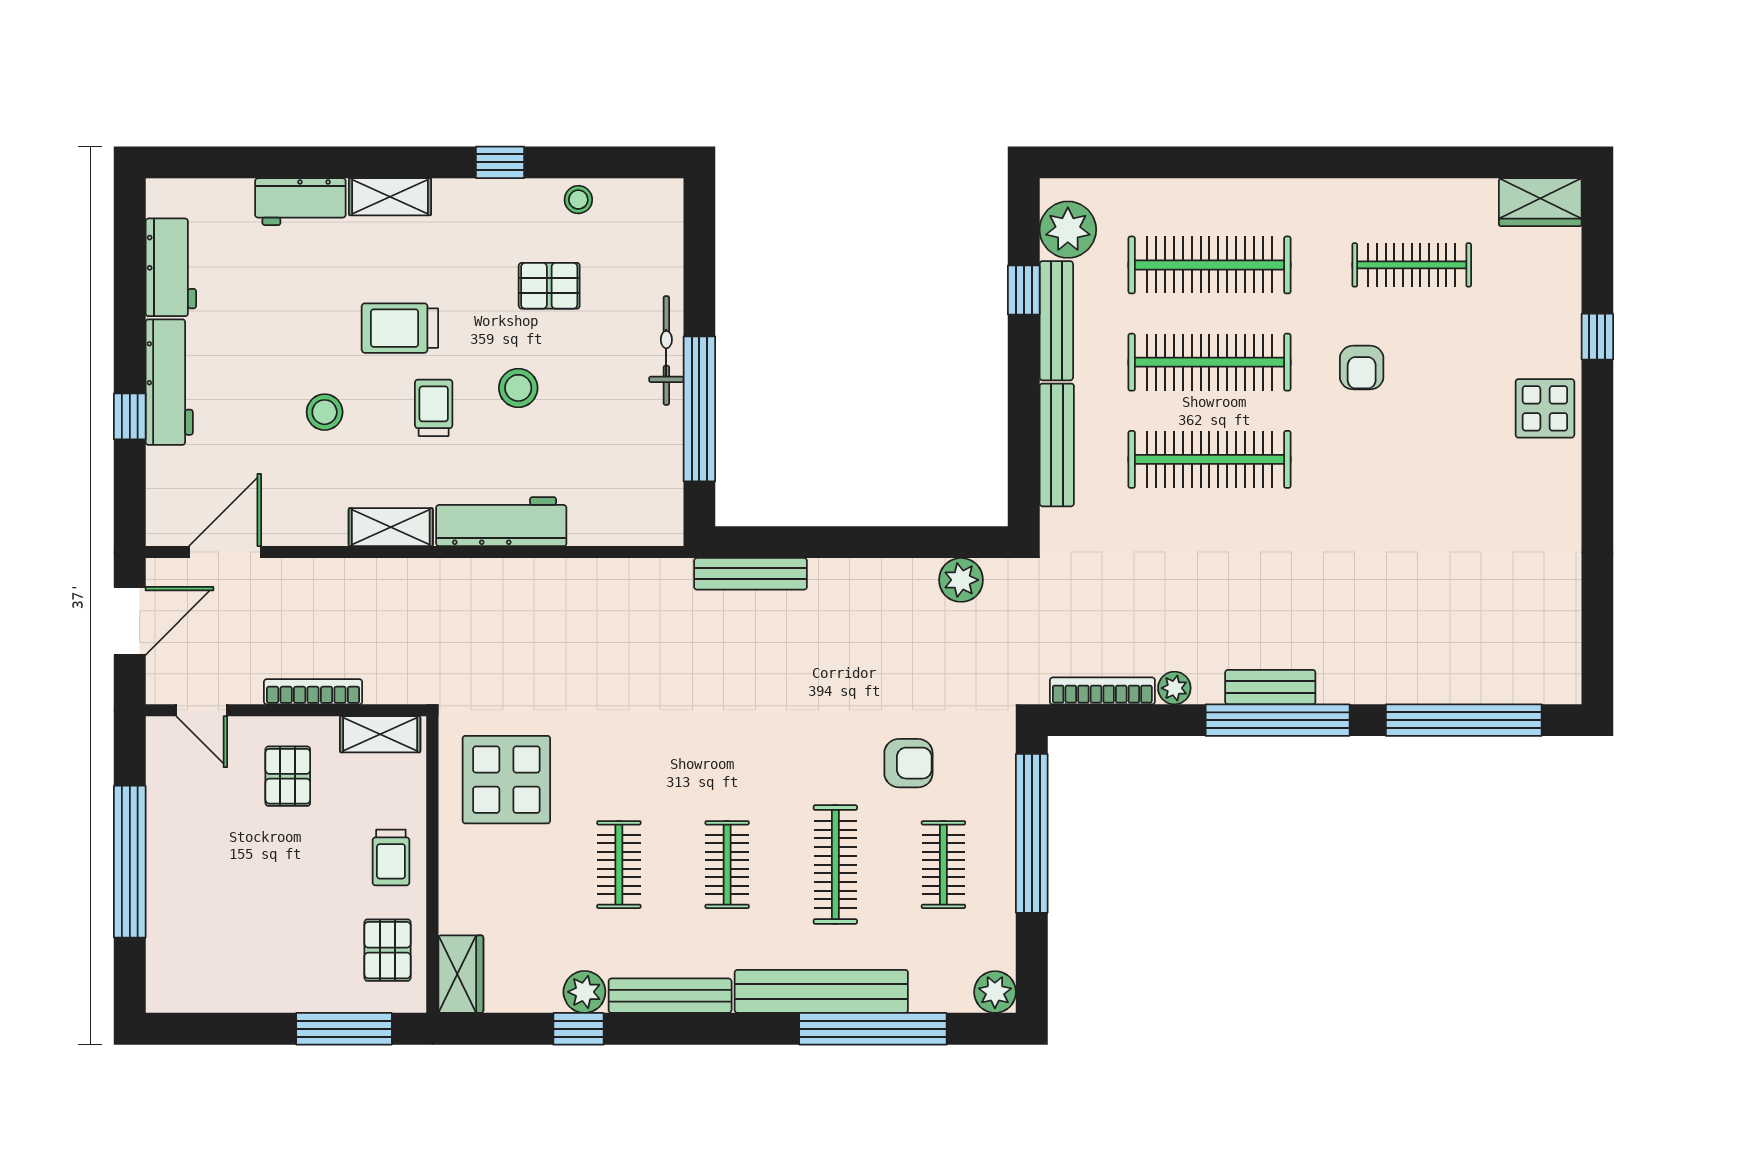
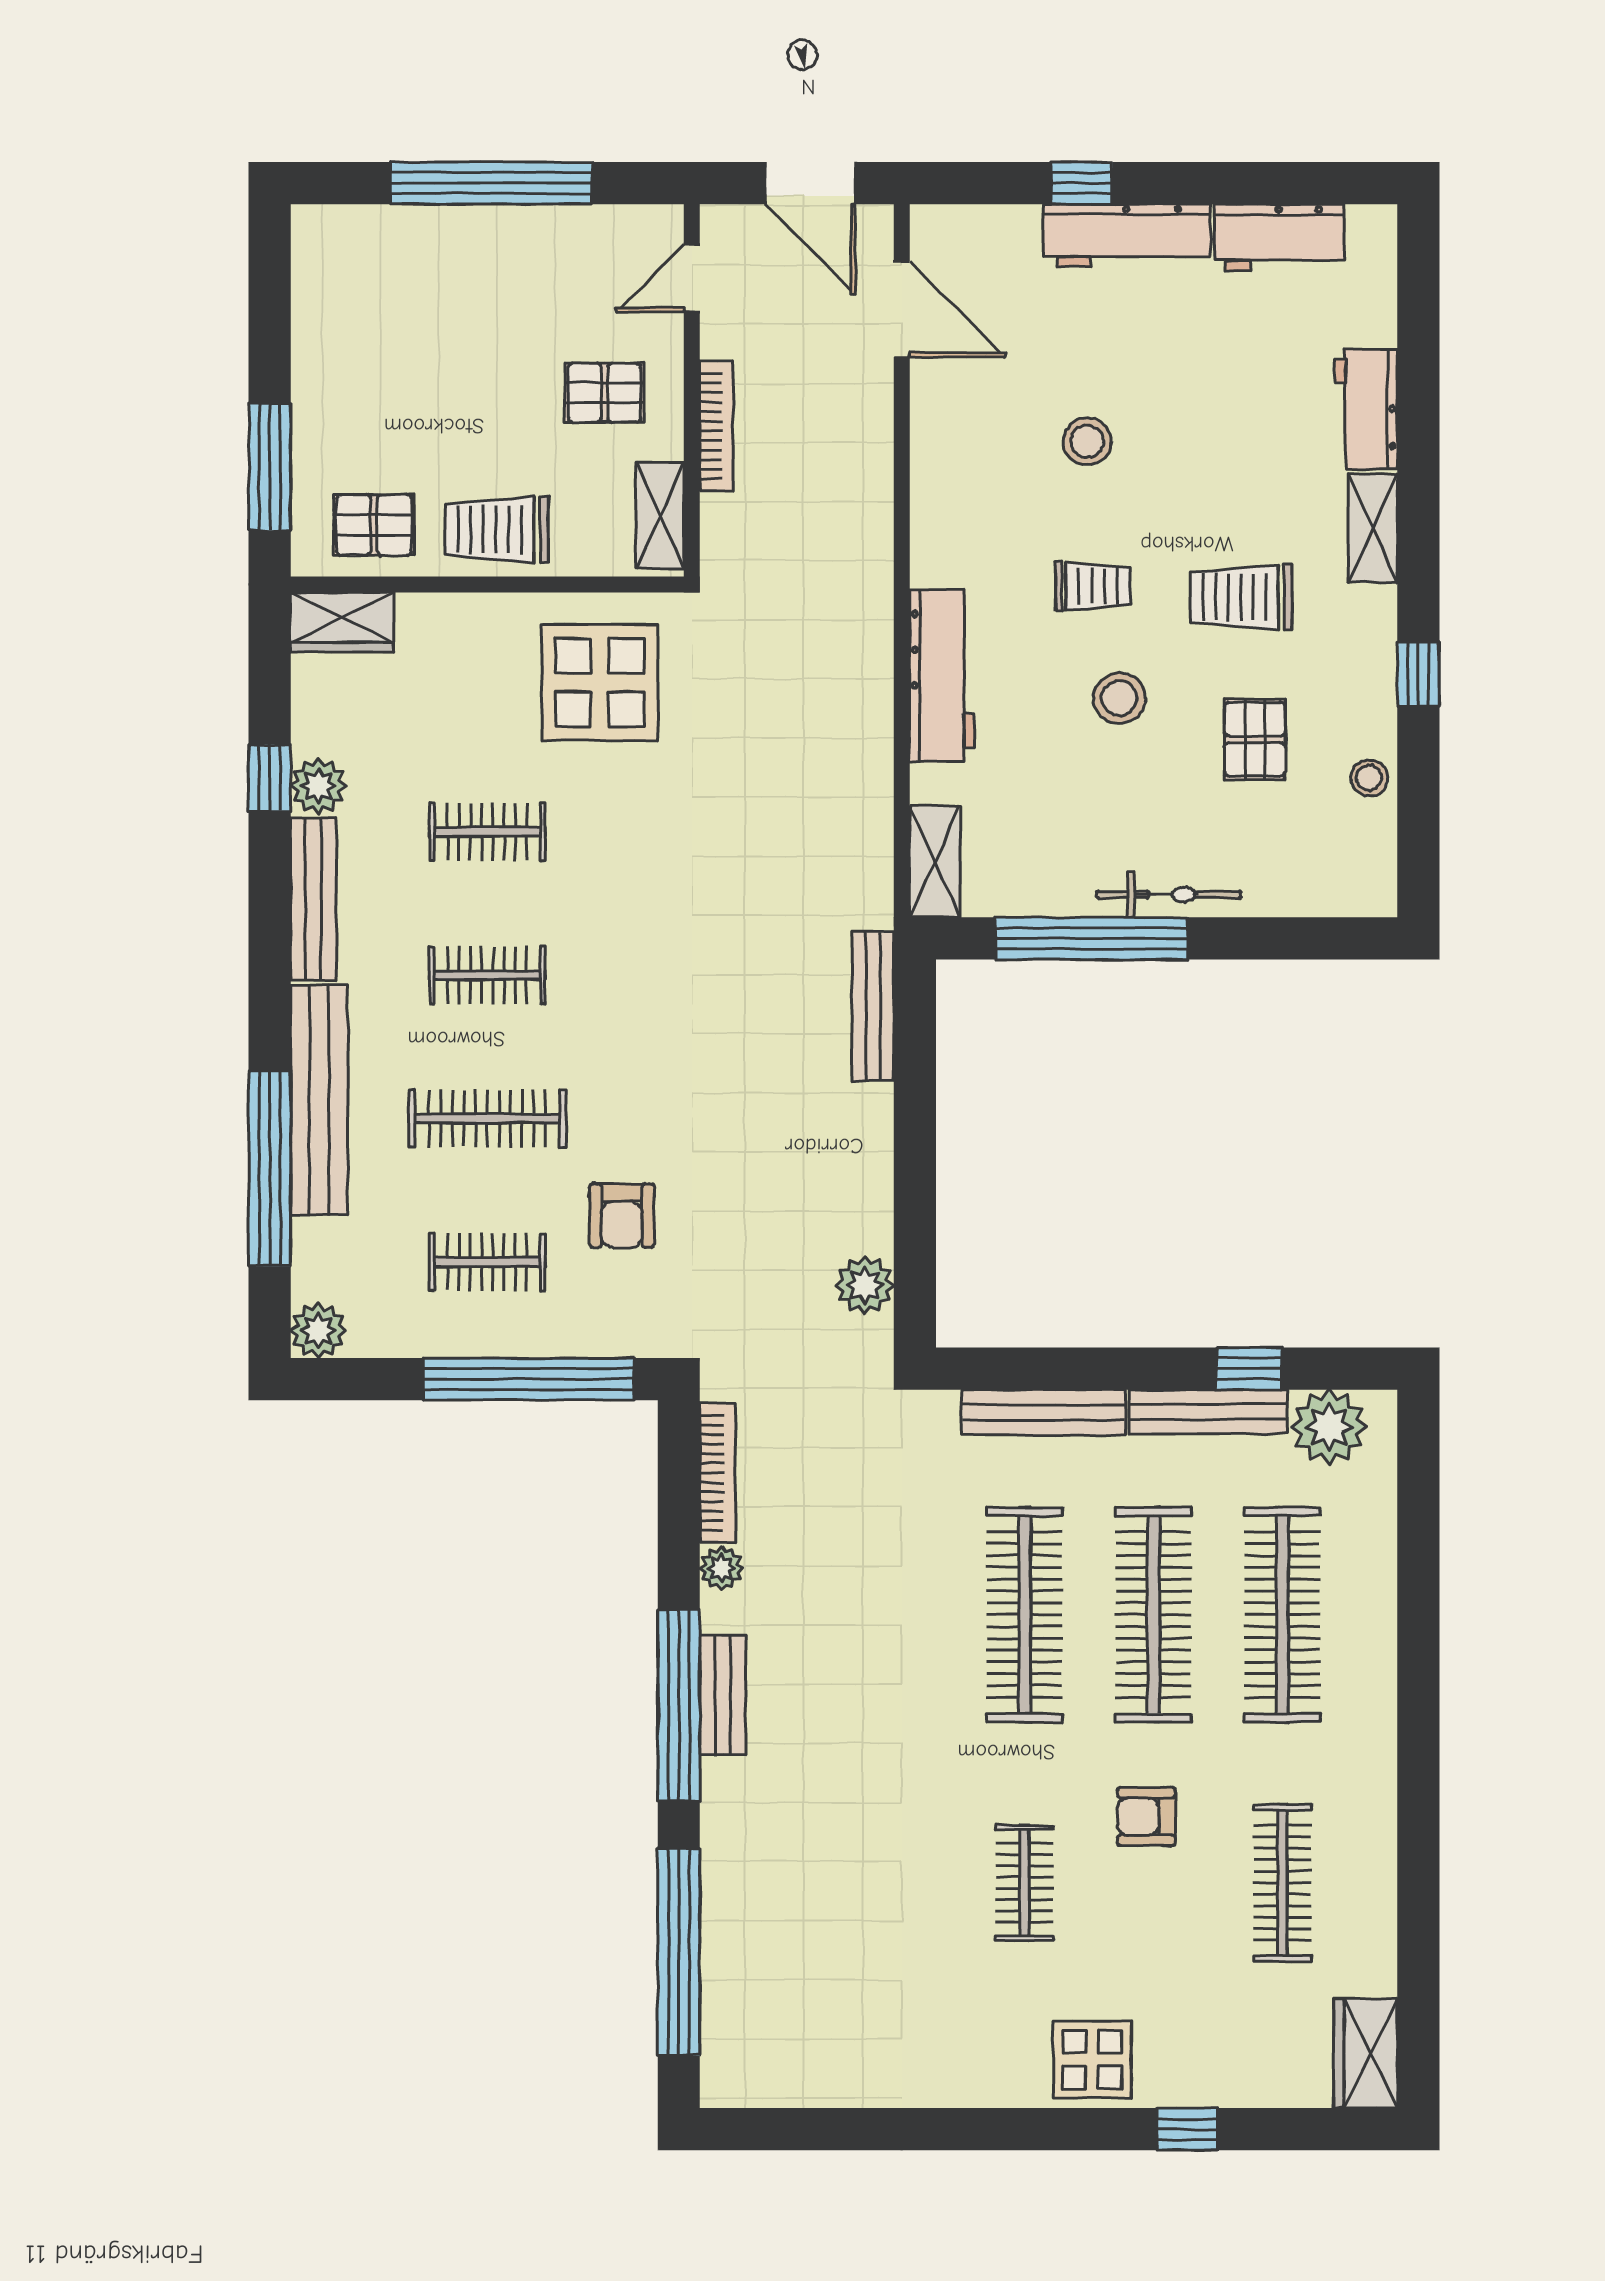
trolley: (400, 328) -> (1241, 597), moved, turned -90
clothes rail: (1412, 459) -> (1025, 1883), added
shelving: (391, 527) -> (935, 862), moved
trolley: (391, 857) -> (497, 529), width x1.36, depth x1.39

